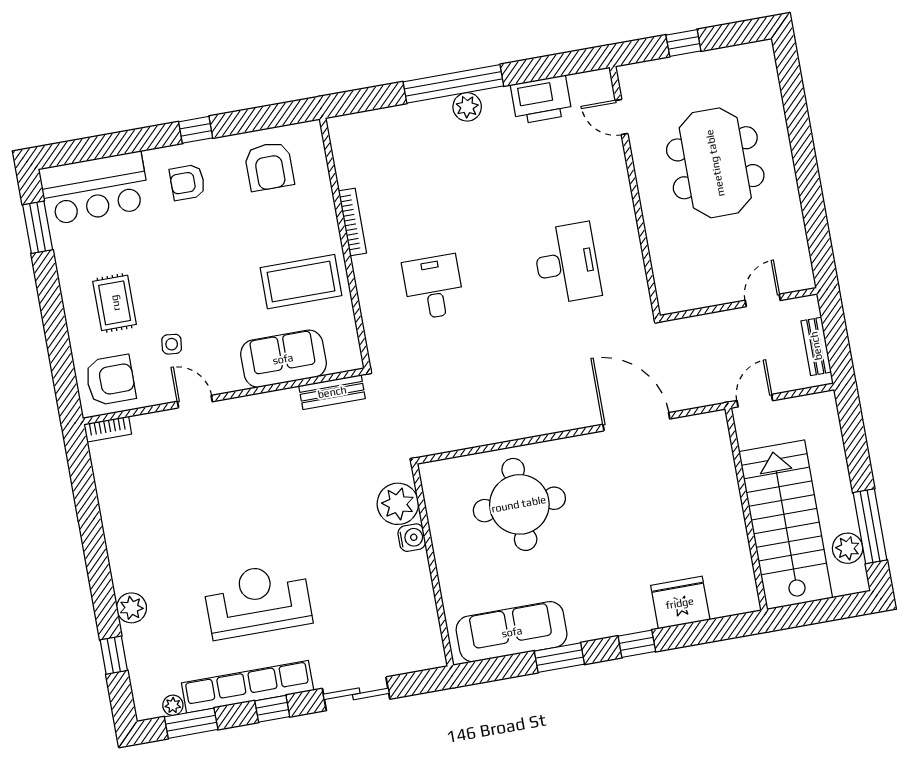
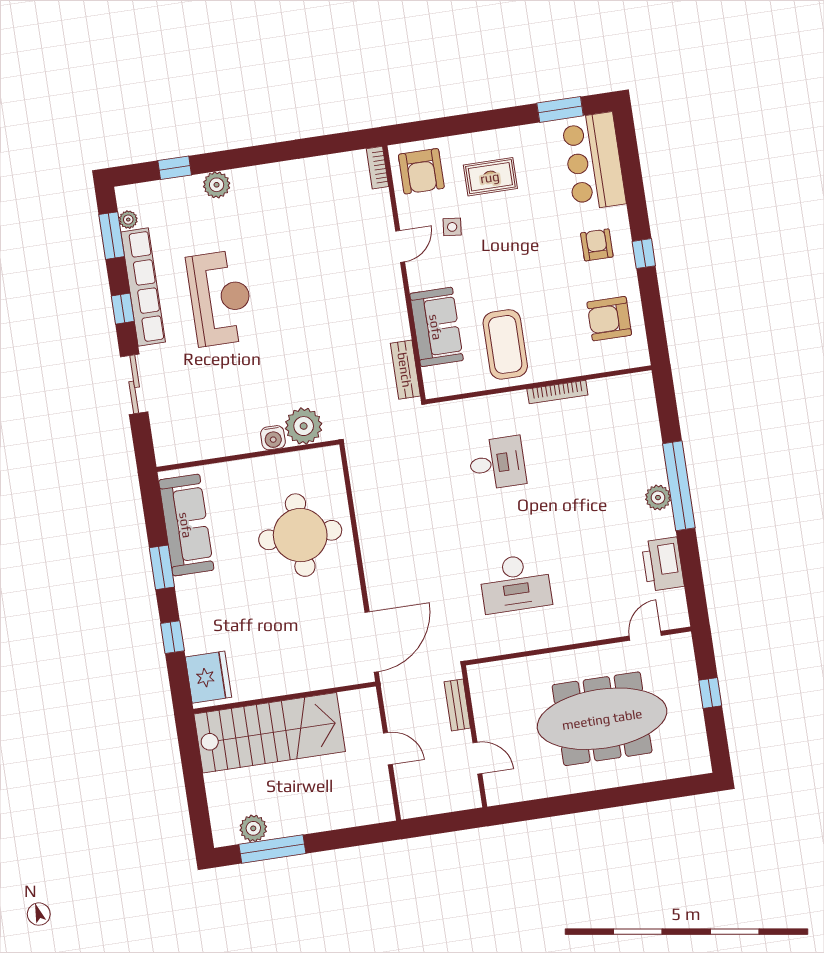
meeting table: (715, 163) -> (602, 719), width x1.36
bench: (816, 346) -> (457, 705), moved, turned 90
wall: (746, 509) -> (285, 698), moved
stairs: (786, 525) -> (270, 733), moved

